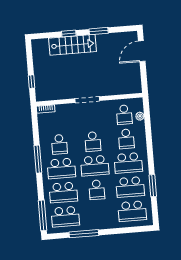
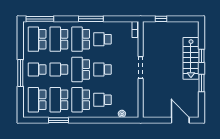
school desk: (124, 115) -> (37, 69), moved
window: (84, 234) -> (20, 73), moved

